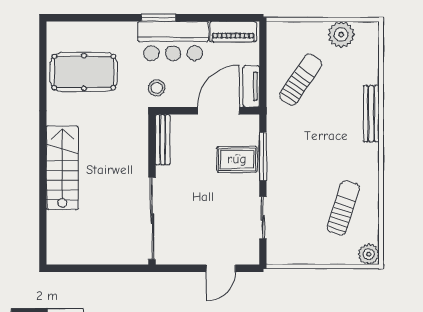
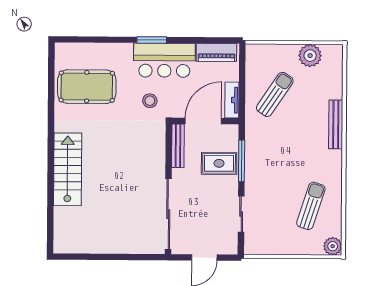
bench: (163, 140) -> (178, 146), moved
wall: (152, 189) -> (168, 189), moved
sliding door: (152, 218) -> (168, 214), moved

